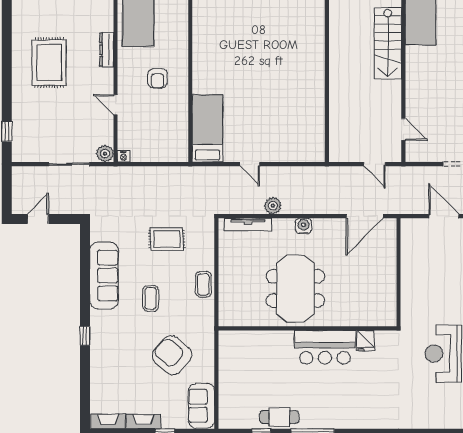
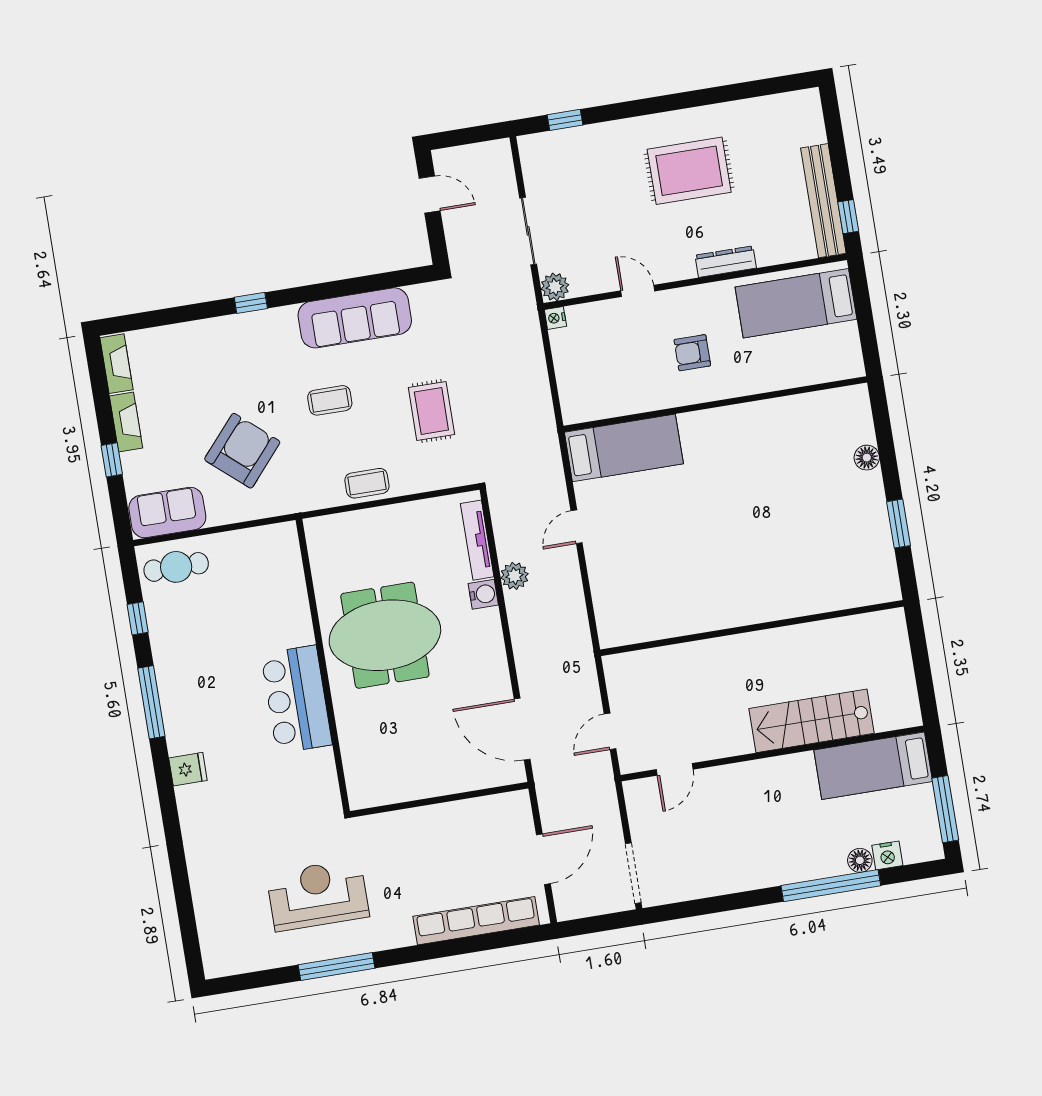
door: (115, 105) -> (638, 291), hinge flipped
water cooler: (303, 226) -> (483, 594), moved
fridge: (365, 341) -> (188, 769), moved, turned 180
cafe table: (279, 417) -> (176, 567), moved, turned 90

